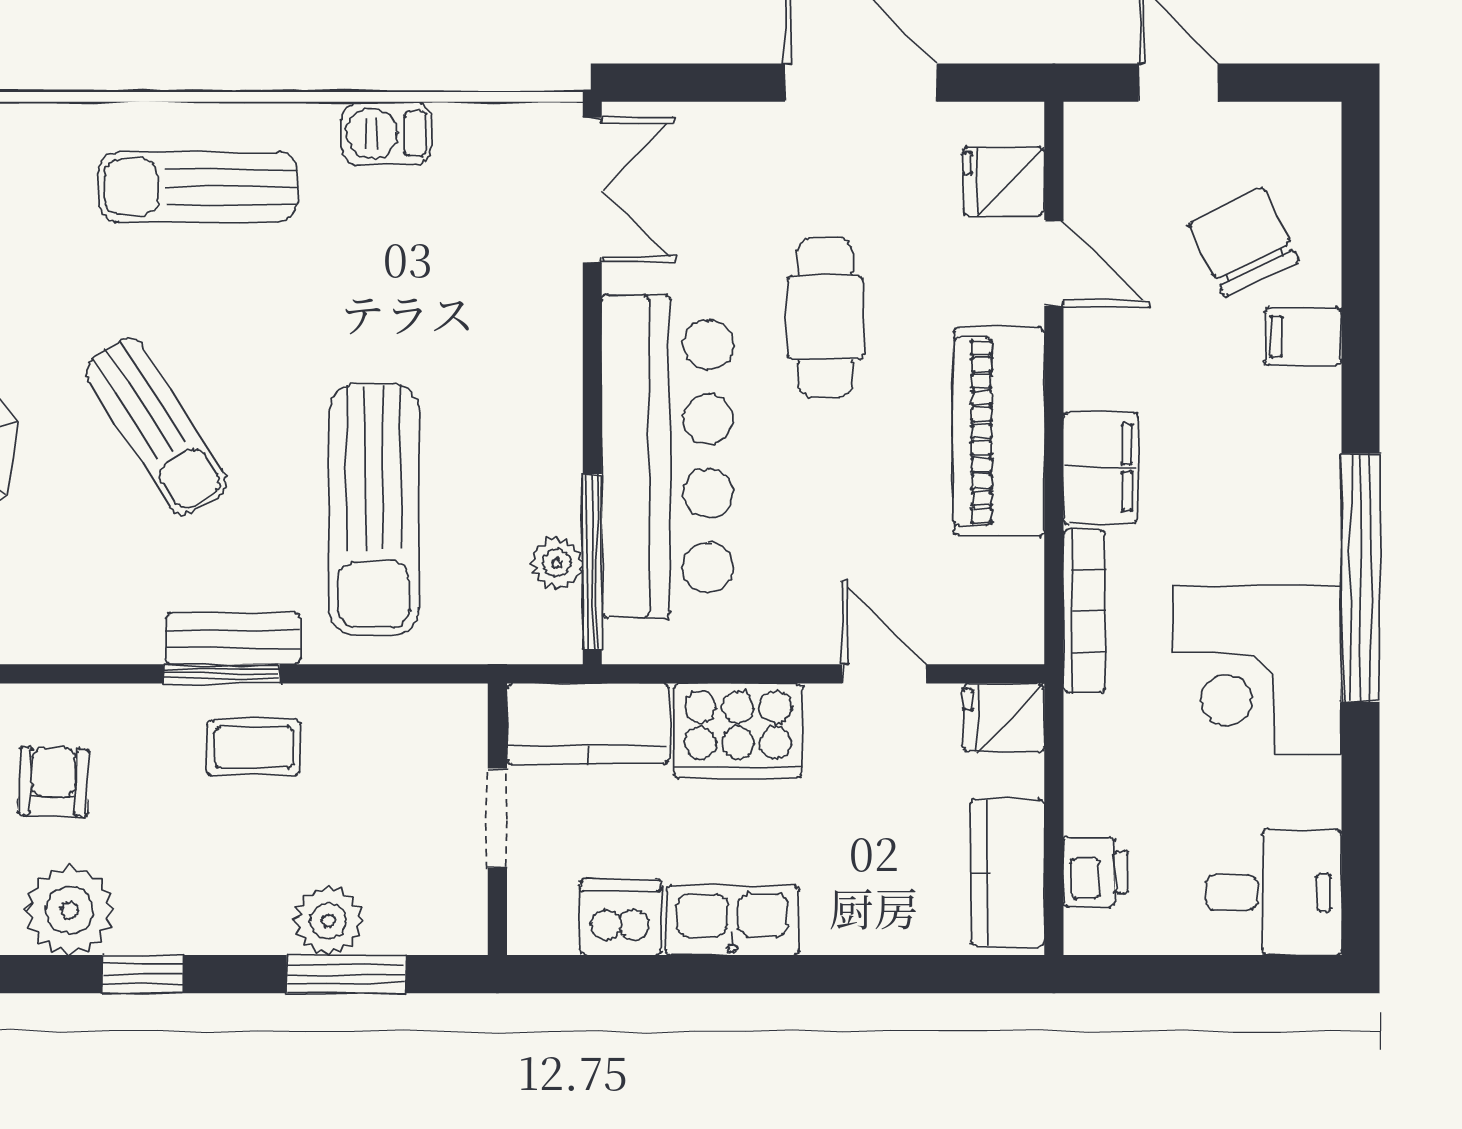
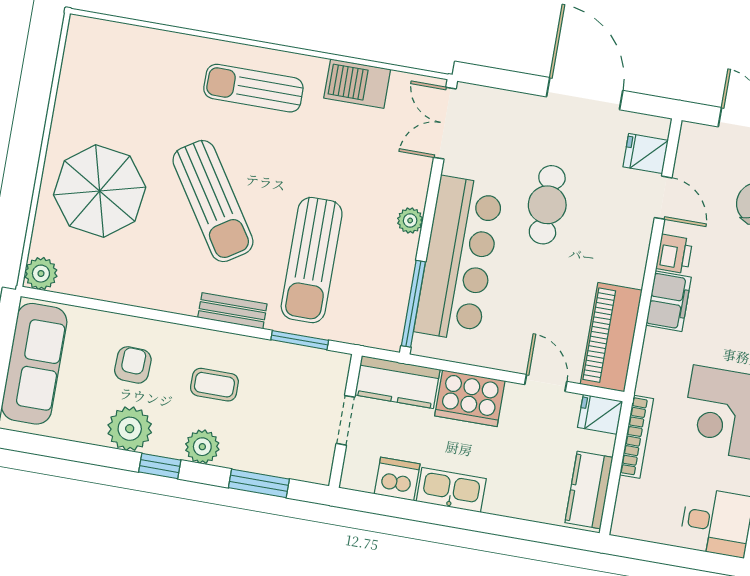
barbecue: (386, 134) -> (357, 84), width x1.38, depth x1.27
double door: (592, 190) -> (445, 123), swing flipped
sun lounger: (156, 427) -> (213, 201), width x1.36, depth x1.34
piano: (999, 431) -> (611, 337), moved
plant: (557, 563) -> (410, 220), moved
bookcase: (1084, 611) -> (637, 437), moved
window: (222, 674) -> (300, 340), moved
coffee table: (254, 748) -> (214, 385), moved
printer: (1096, 872) -> (674, 254), moved
plant: (328, 921) -> (202, 447), moved

